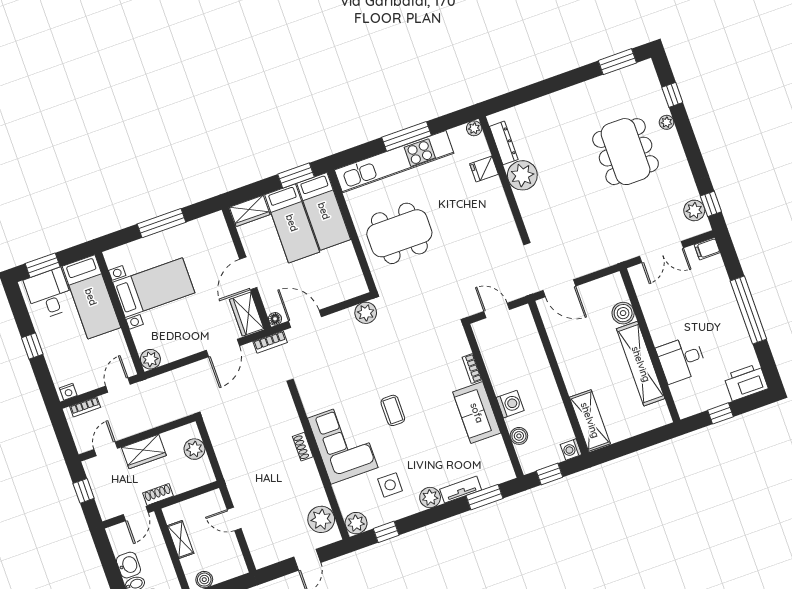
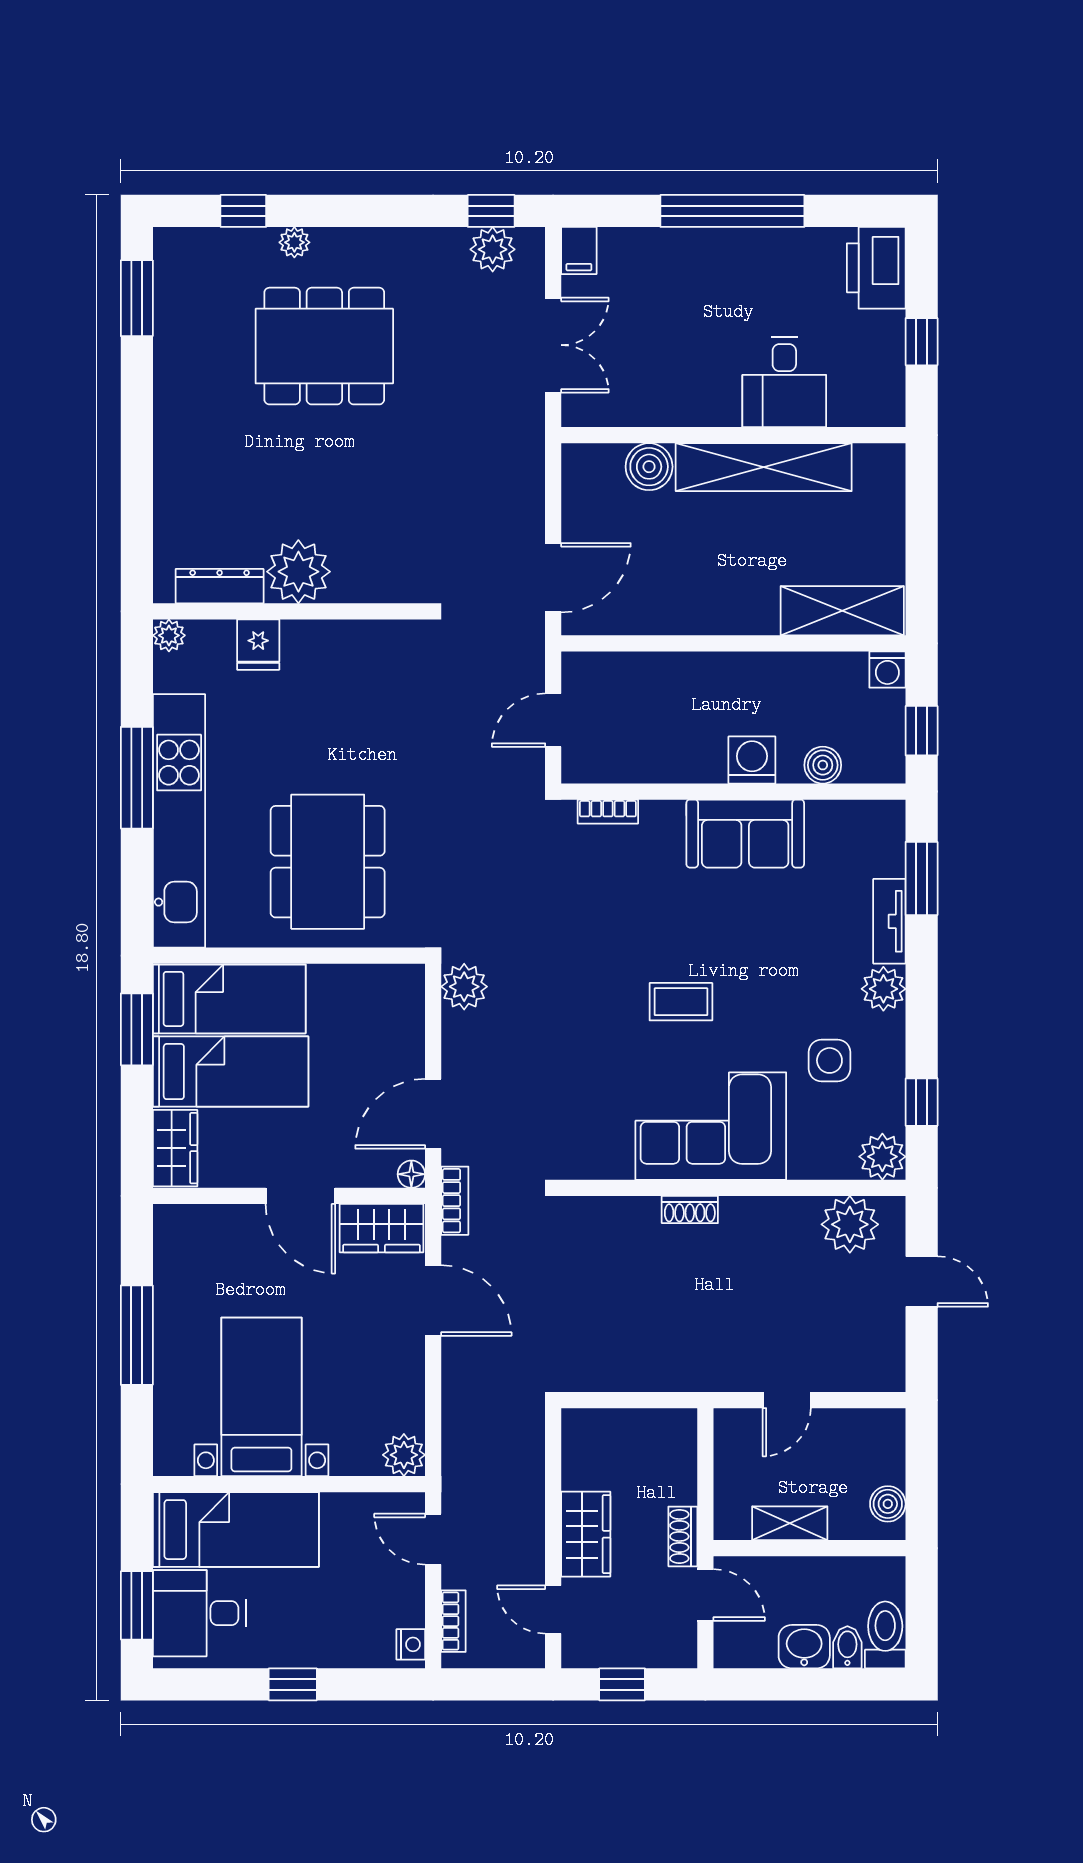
bookcase: (472, 369) -> (608, 812), moved
plant: (194, 449) -> (617, 1430), removed

